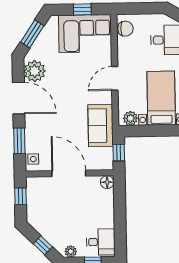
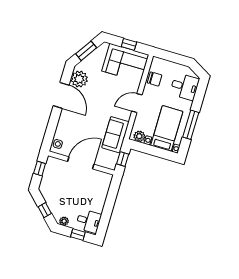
chair: (125, 29) -> (155, 79), moved
window: (19, 141) -> (52, 127), removed
door: (69, 173) -> (81, 163), hinge flipped
floor lamp: (107, 182) -> (107, 178), removed

